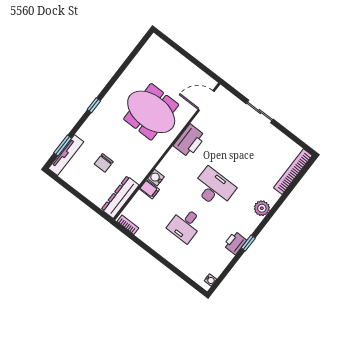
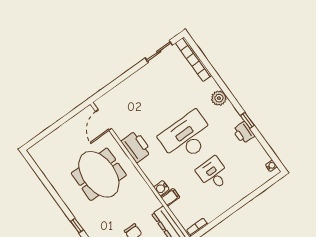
sliding door: (260, 111) -> (159, 52), moved
meeting table: (151, 112) -> (99, 174), turned 90
desk: (214, 188) -> (187, 137), width x1.36, depth x1.30
desk: (185, 225) -> (213, 174), turned 180

